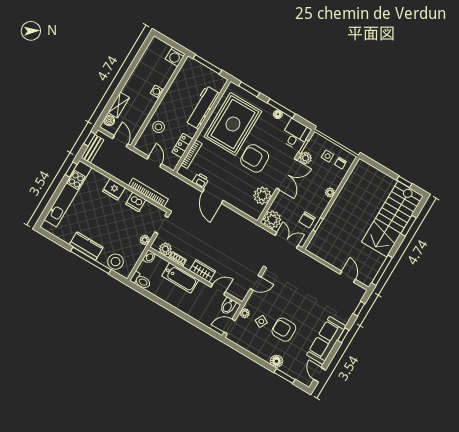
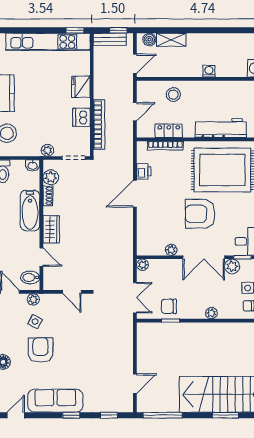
armchair: (255, 158) -> (200, 214), turned -90
plant: (262, 196) -> (171, 250), width x0.53, depth x0.53
plant: (272, 220) -> (142, 265), width x0.53, depth x0.53

